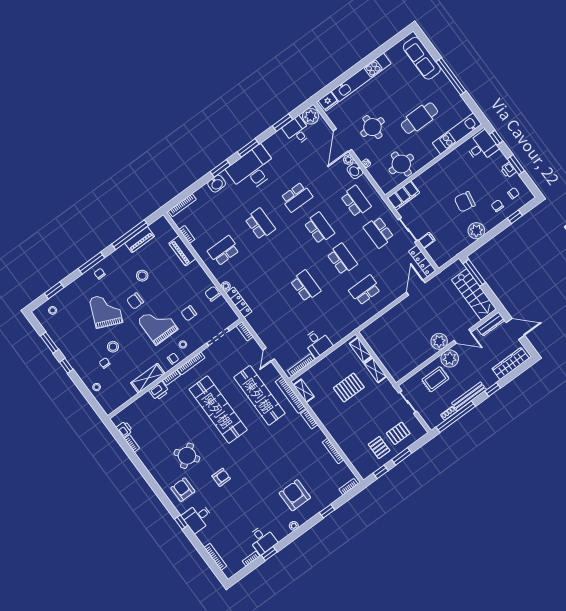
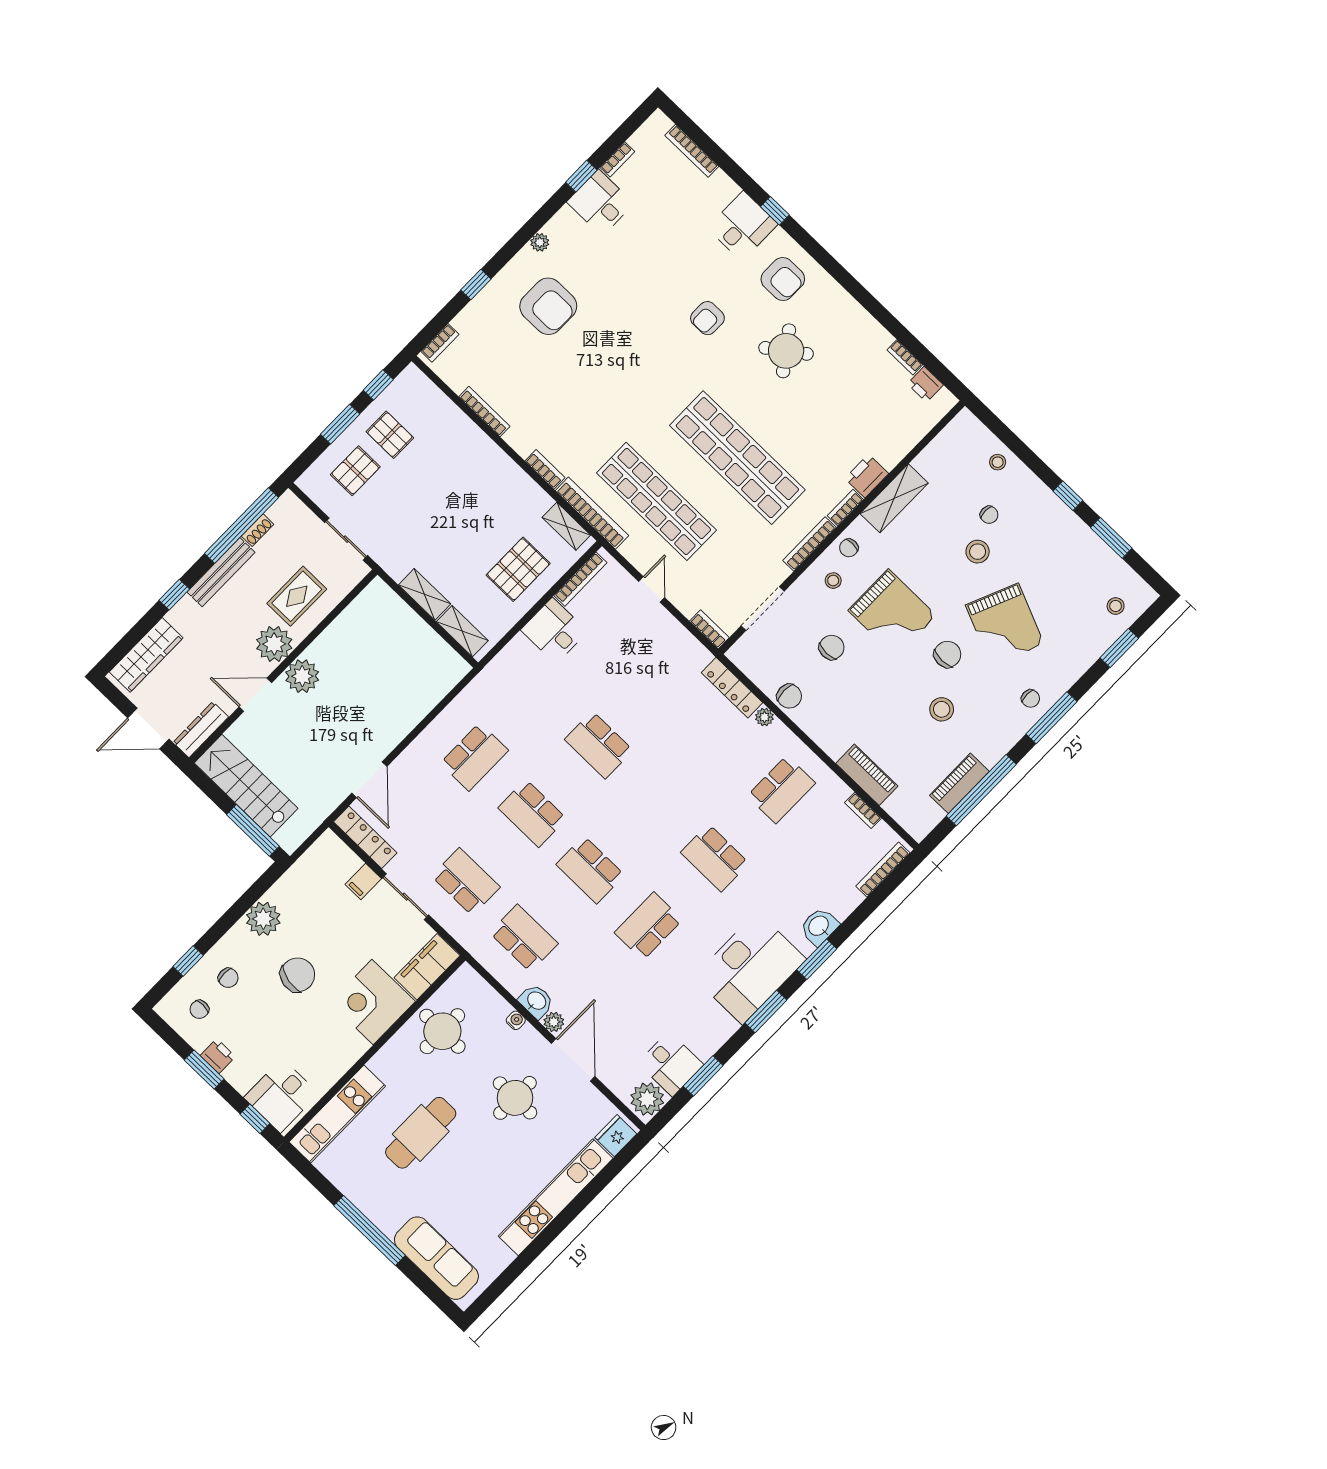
corner desk: (432, 183) -> (373, 1002), added
school desk: (356, 201) -> (524, 938), turned 180
pallet: (349, 388) -> (518, 569), moved

